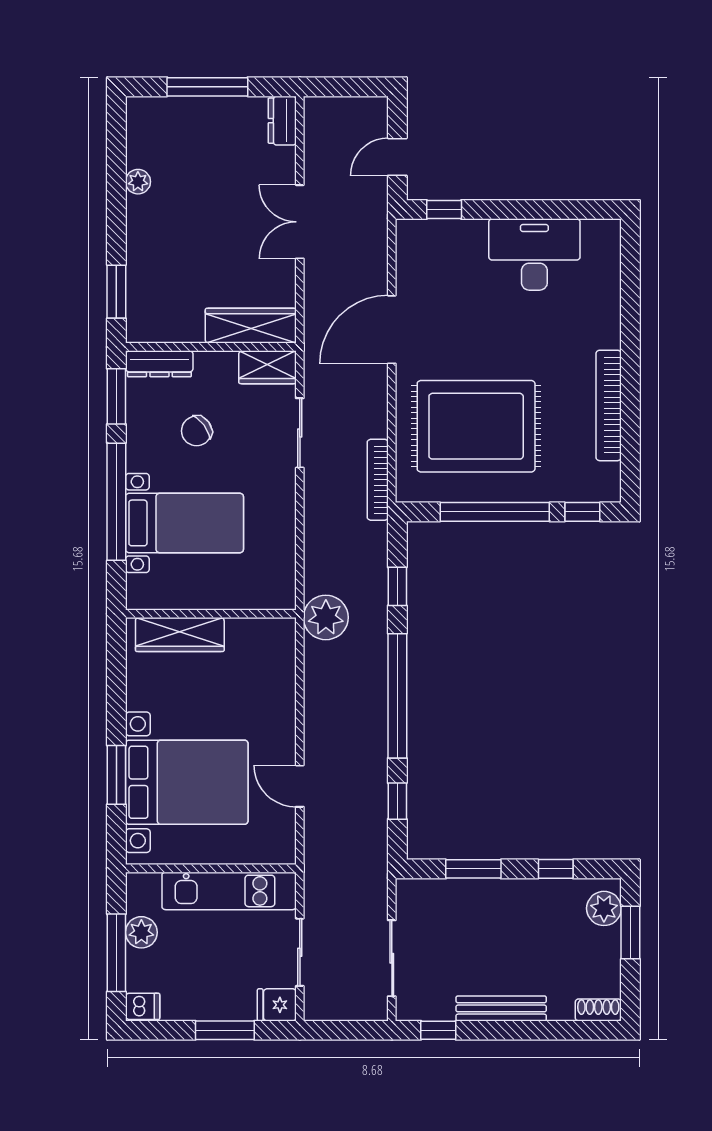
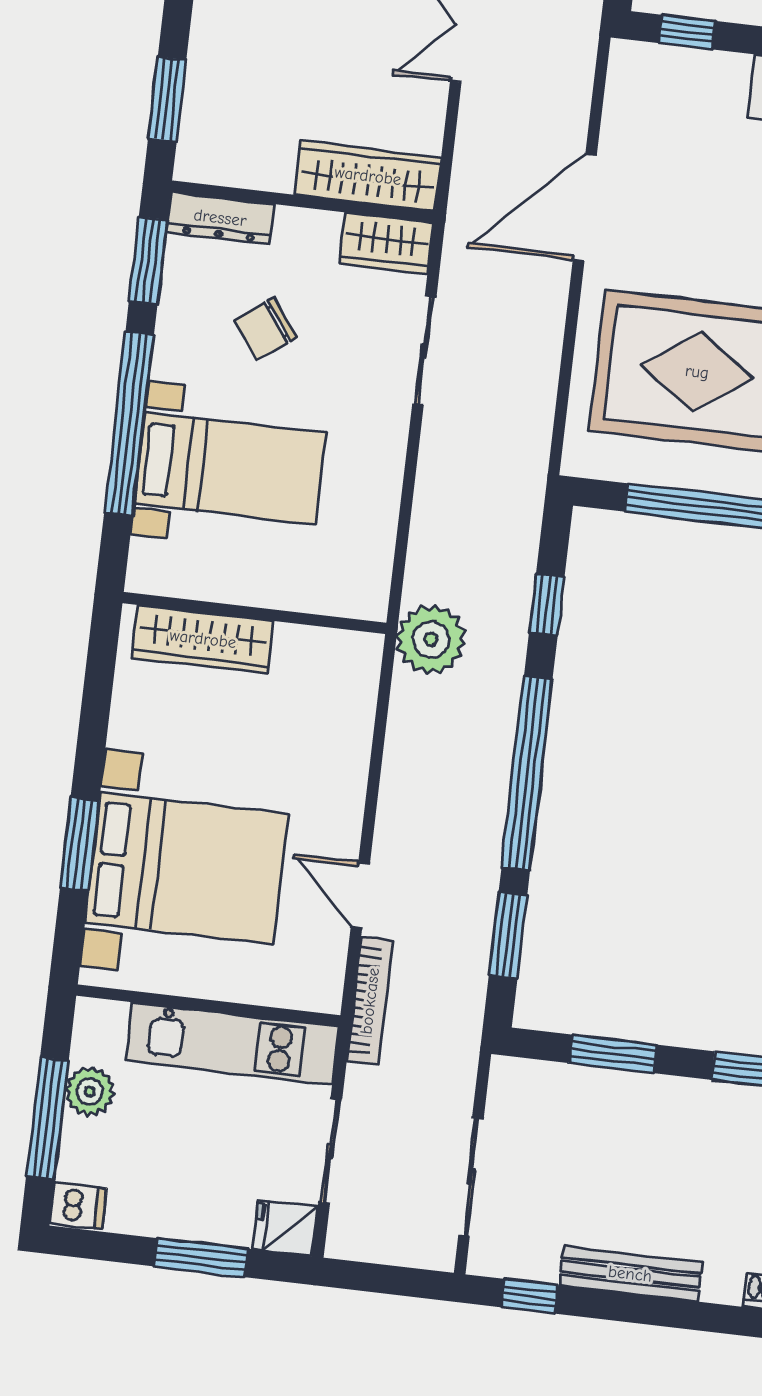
bookcase: (378, 480) -> (370, 1001), moved, turned 180
window: (397, 801) -> (508, 935), width x1.50

